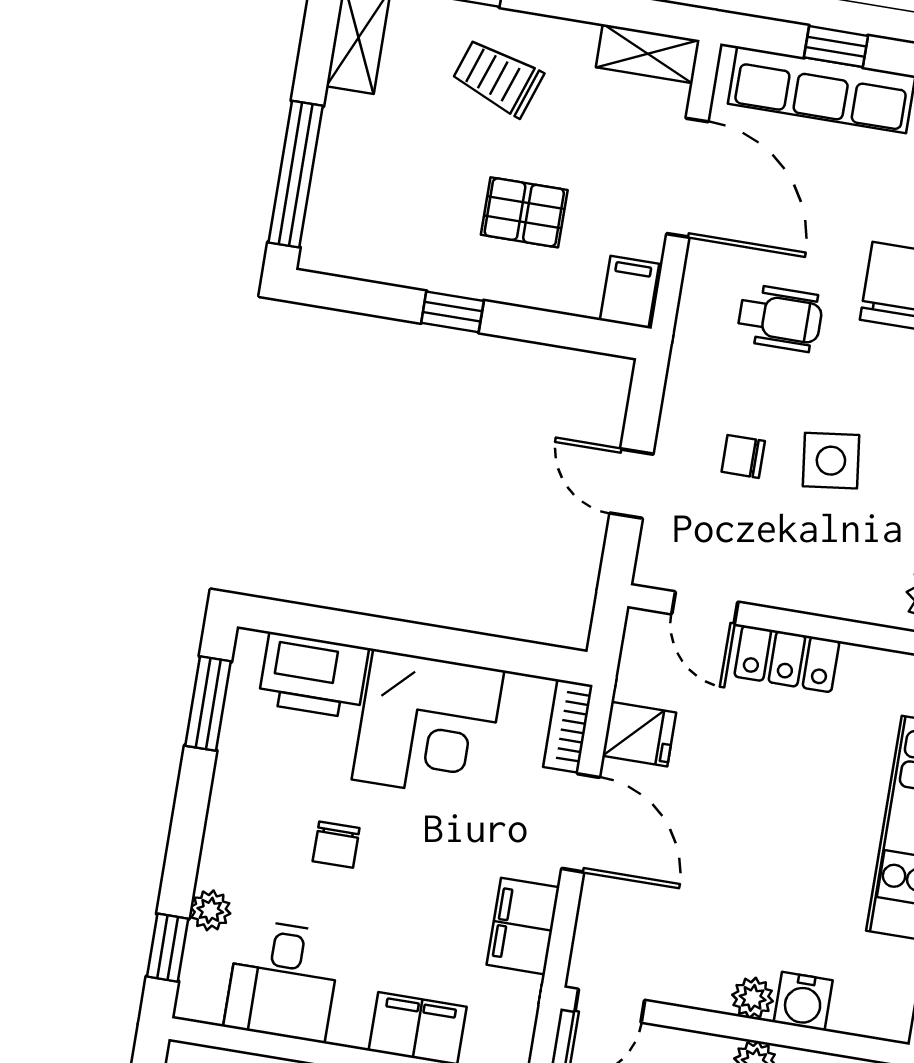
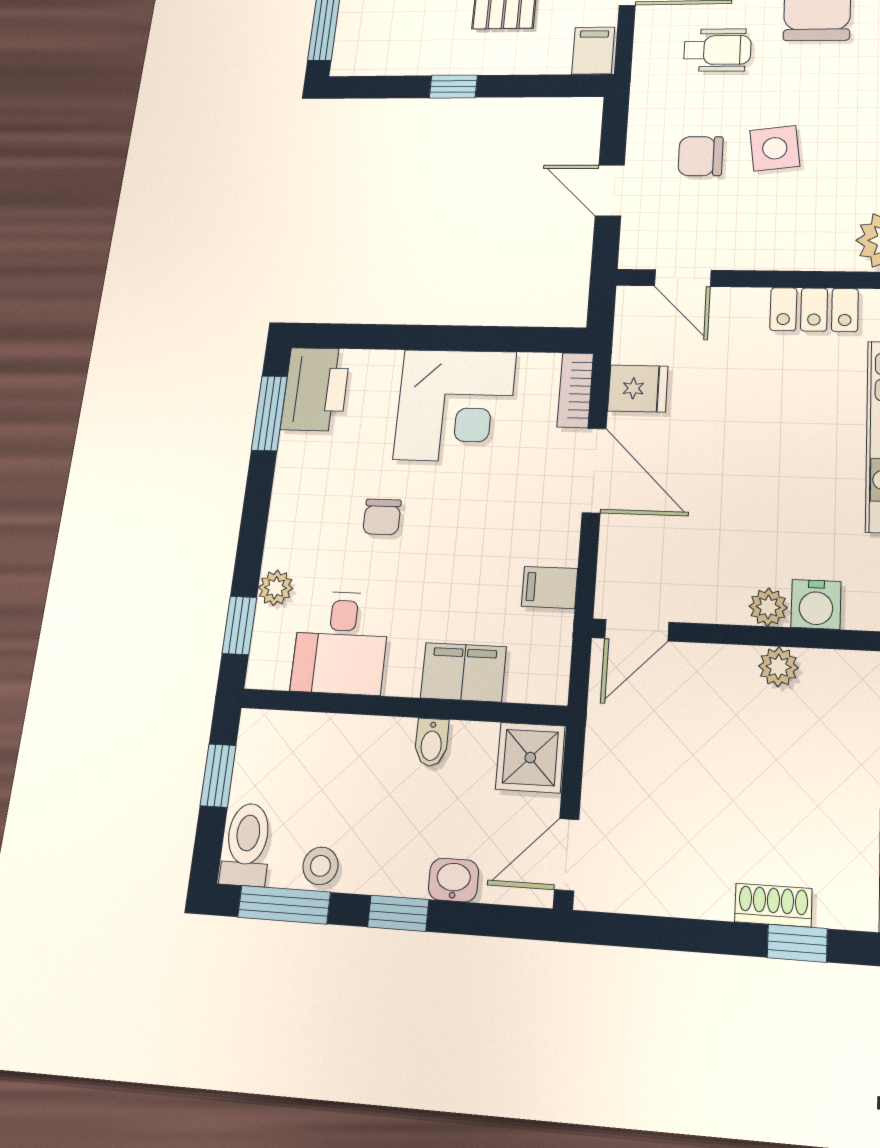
chair: (743, 456) -> (701, 156), width x1.37, depth x1.37
locker: (787, 659) -> (814, 310), moved
printer: (313, 675) -> (316, 389), moved, turned -90
filing cabinet: (523, 926) -> (550, 587), width x0.50

